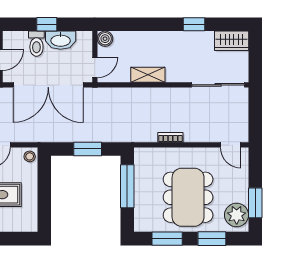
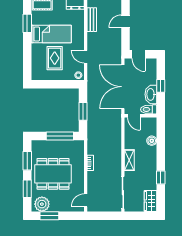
boiler: (105, 39) -> (152, 141), moved
toilet: (36, 44) -> (149, 109), moved
shelving: (148, 75) -> (129, 160), moved

